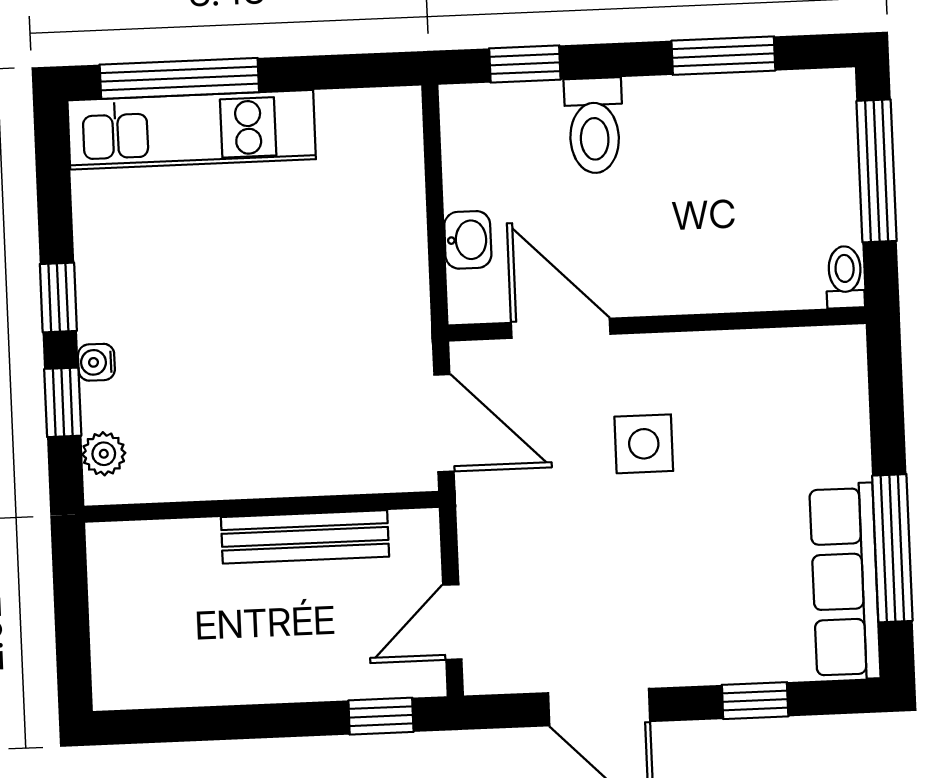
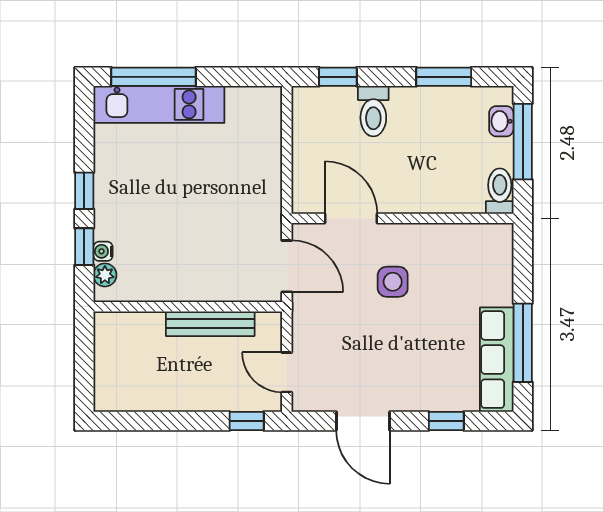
washbasin: (468, 240) -> (501, 121), moved, turned 180
toilet: (845, 277) -> (500, 191), width x1.37, depth x1.39
water cooler: (96, 362) -> (103, 251), moved
door: (452, 622) -> (287, 372), hinge flipped

